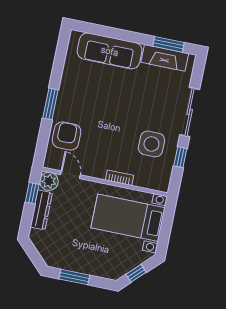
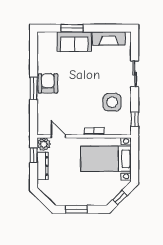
window: (168, 44) -> (72, 28), moved
sofa: (110, 51) -> (74, 42), width x0.73
sliding door: (190, 112) -> (135, 74), width x0.73
armchair: (67, 136) -> (48, 83), moved
window: (180, 157) -> (135, 119), moved

